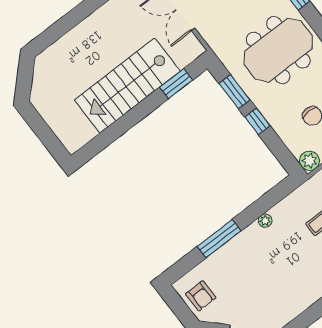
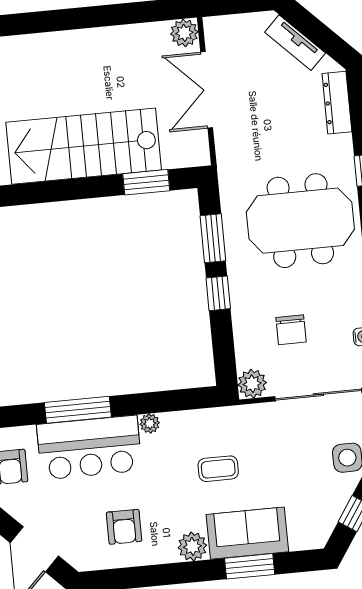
bar counter: (239, 256) -> (89, 448), added
armchair: (288, 289) -> (124, 527), added

